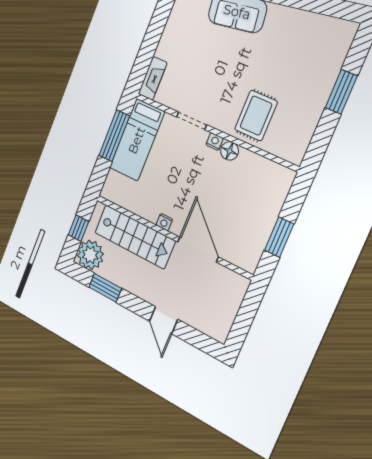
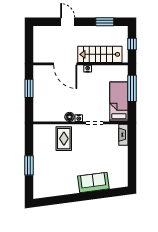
window: (114, 136) -> (132, 88), moved
plant: (90, 255) -> (120, 34), removed

